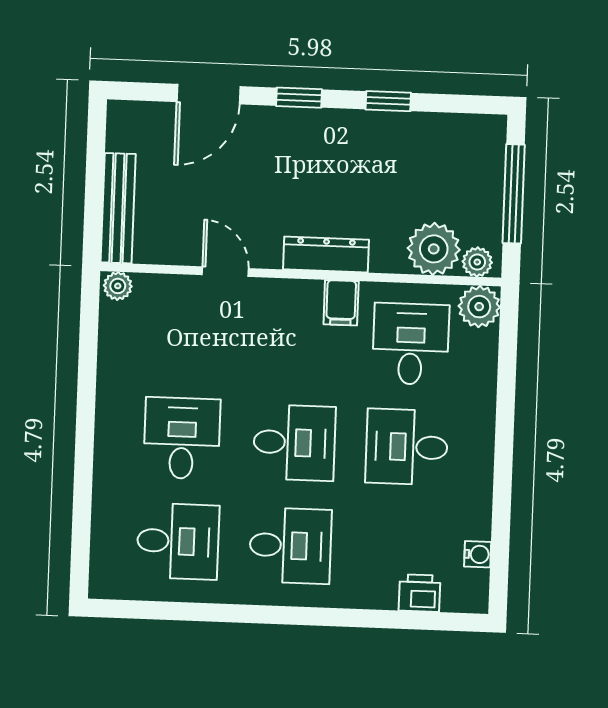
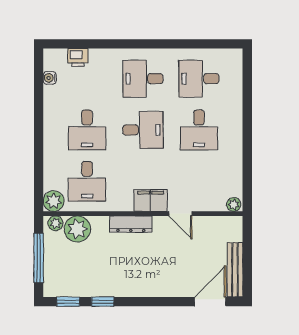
door: (208, 94) -> (210, 302), moved
window: (299, 98) -> (68, 302), moved
bench: (118, 208) -> (235, 270), moved
filing cabinet: (341, 303) -> (151, 200), moved, width x2.00
desk: (294, 443) -> (143, 130), turned 180
desk: (407, 447) -> (87, 130), turned 90

